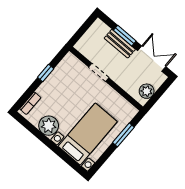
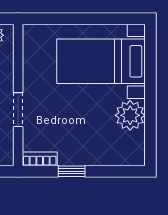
bookcase: (30, 103) -> (40, 159), moved
window: (123, 135) -> (66, 19), removed

